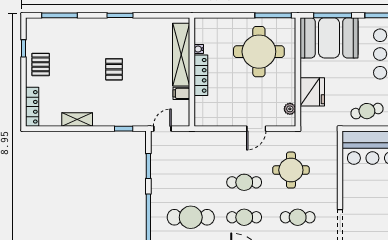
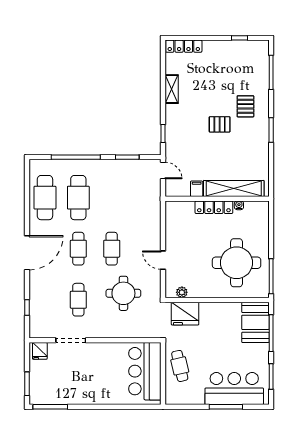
booth: (329, 38) -> (255, 322), width x0.73, depth x0.70
pallet: (41, 64) -> (245, 106), moved, turned 90
fridge: (312, 92) -> (185, 314), moved

